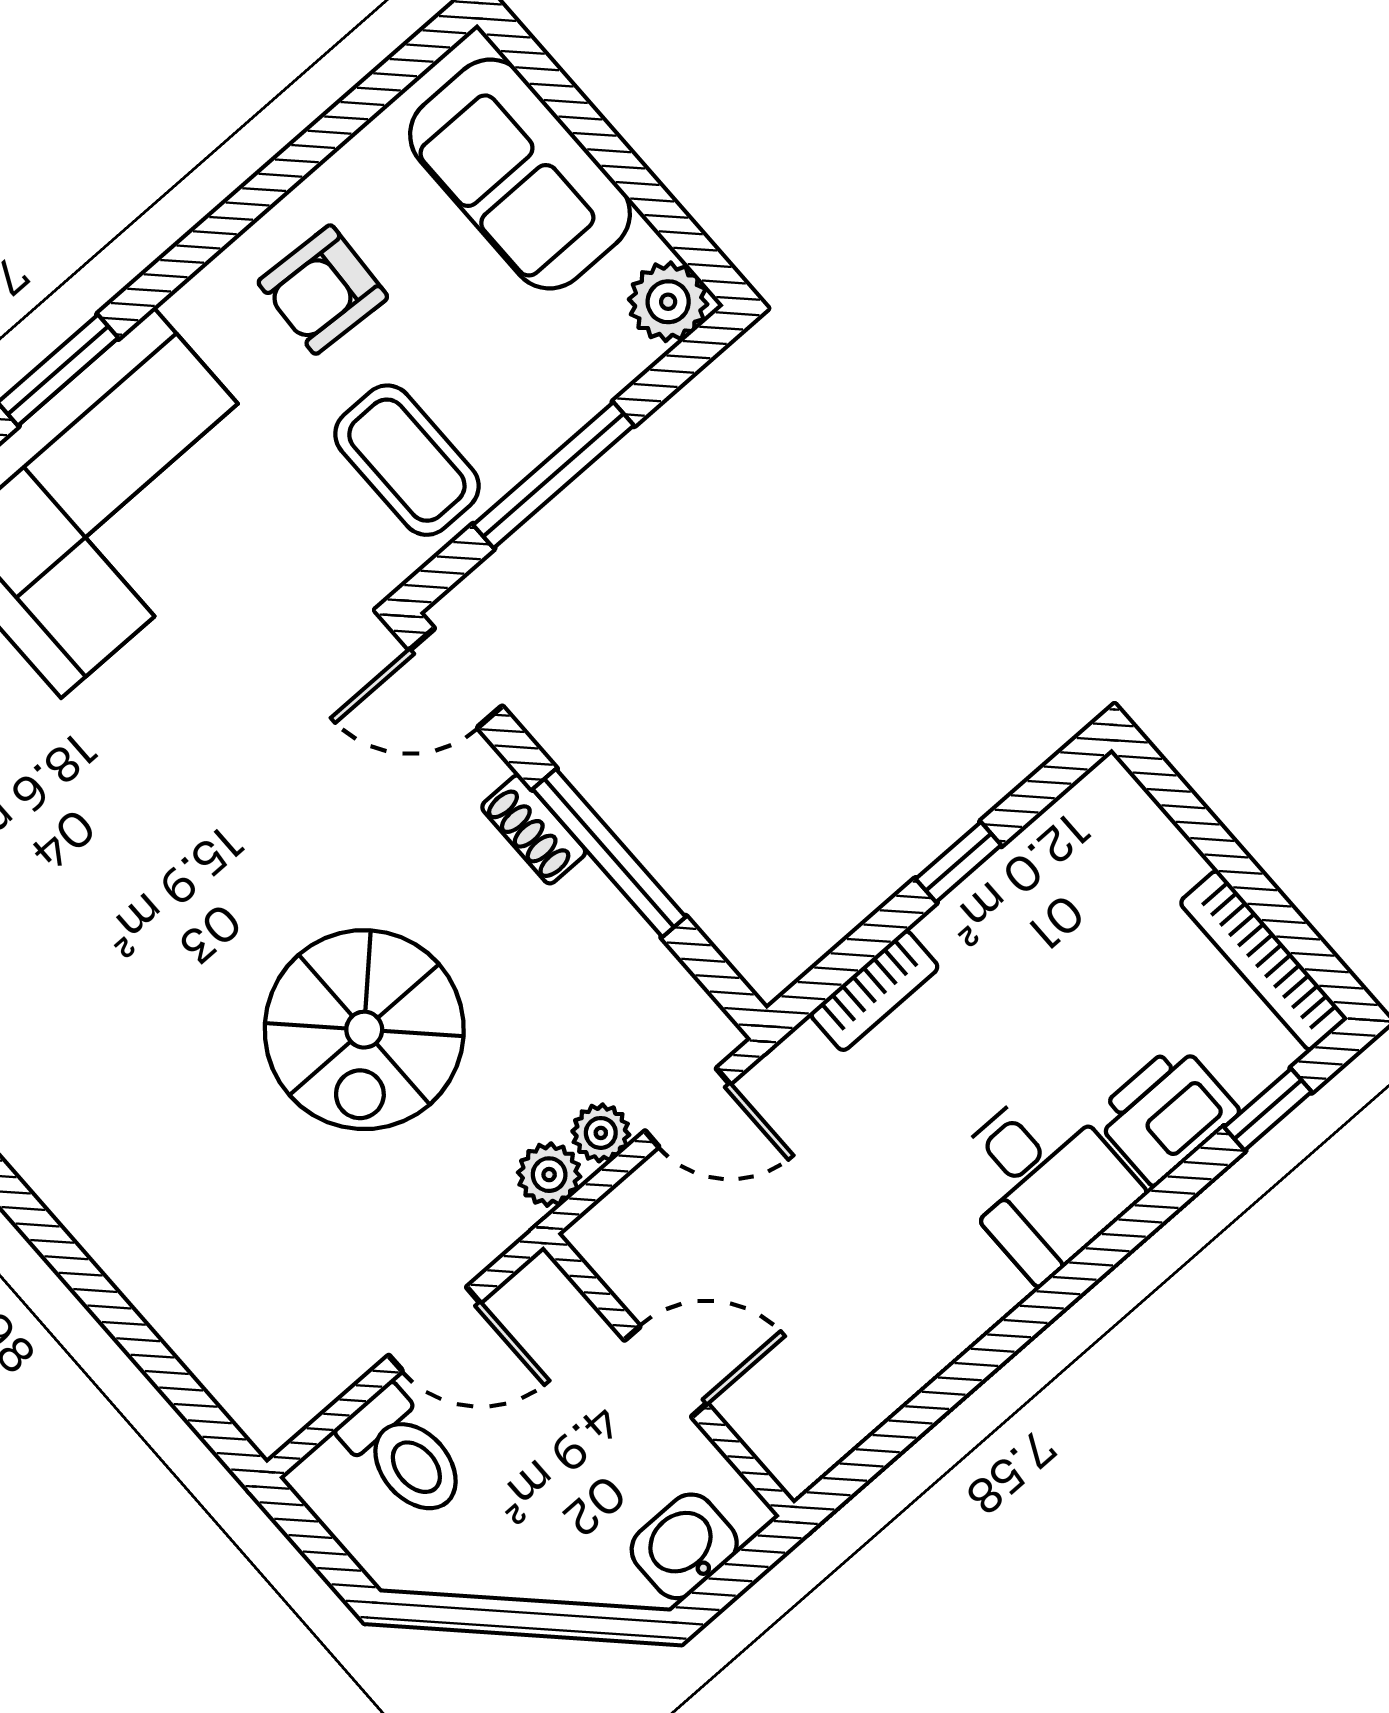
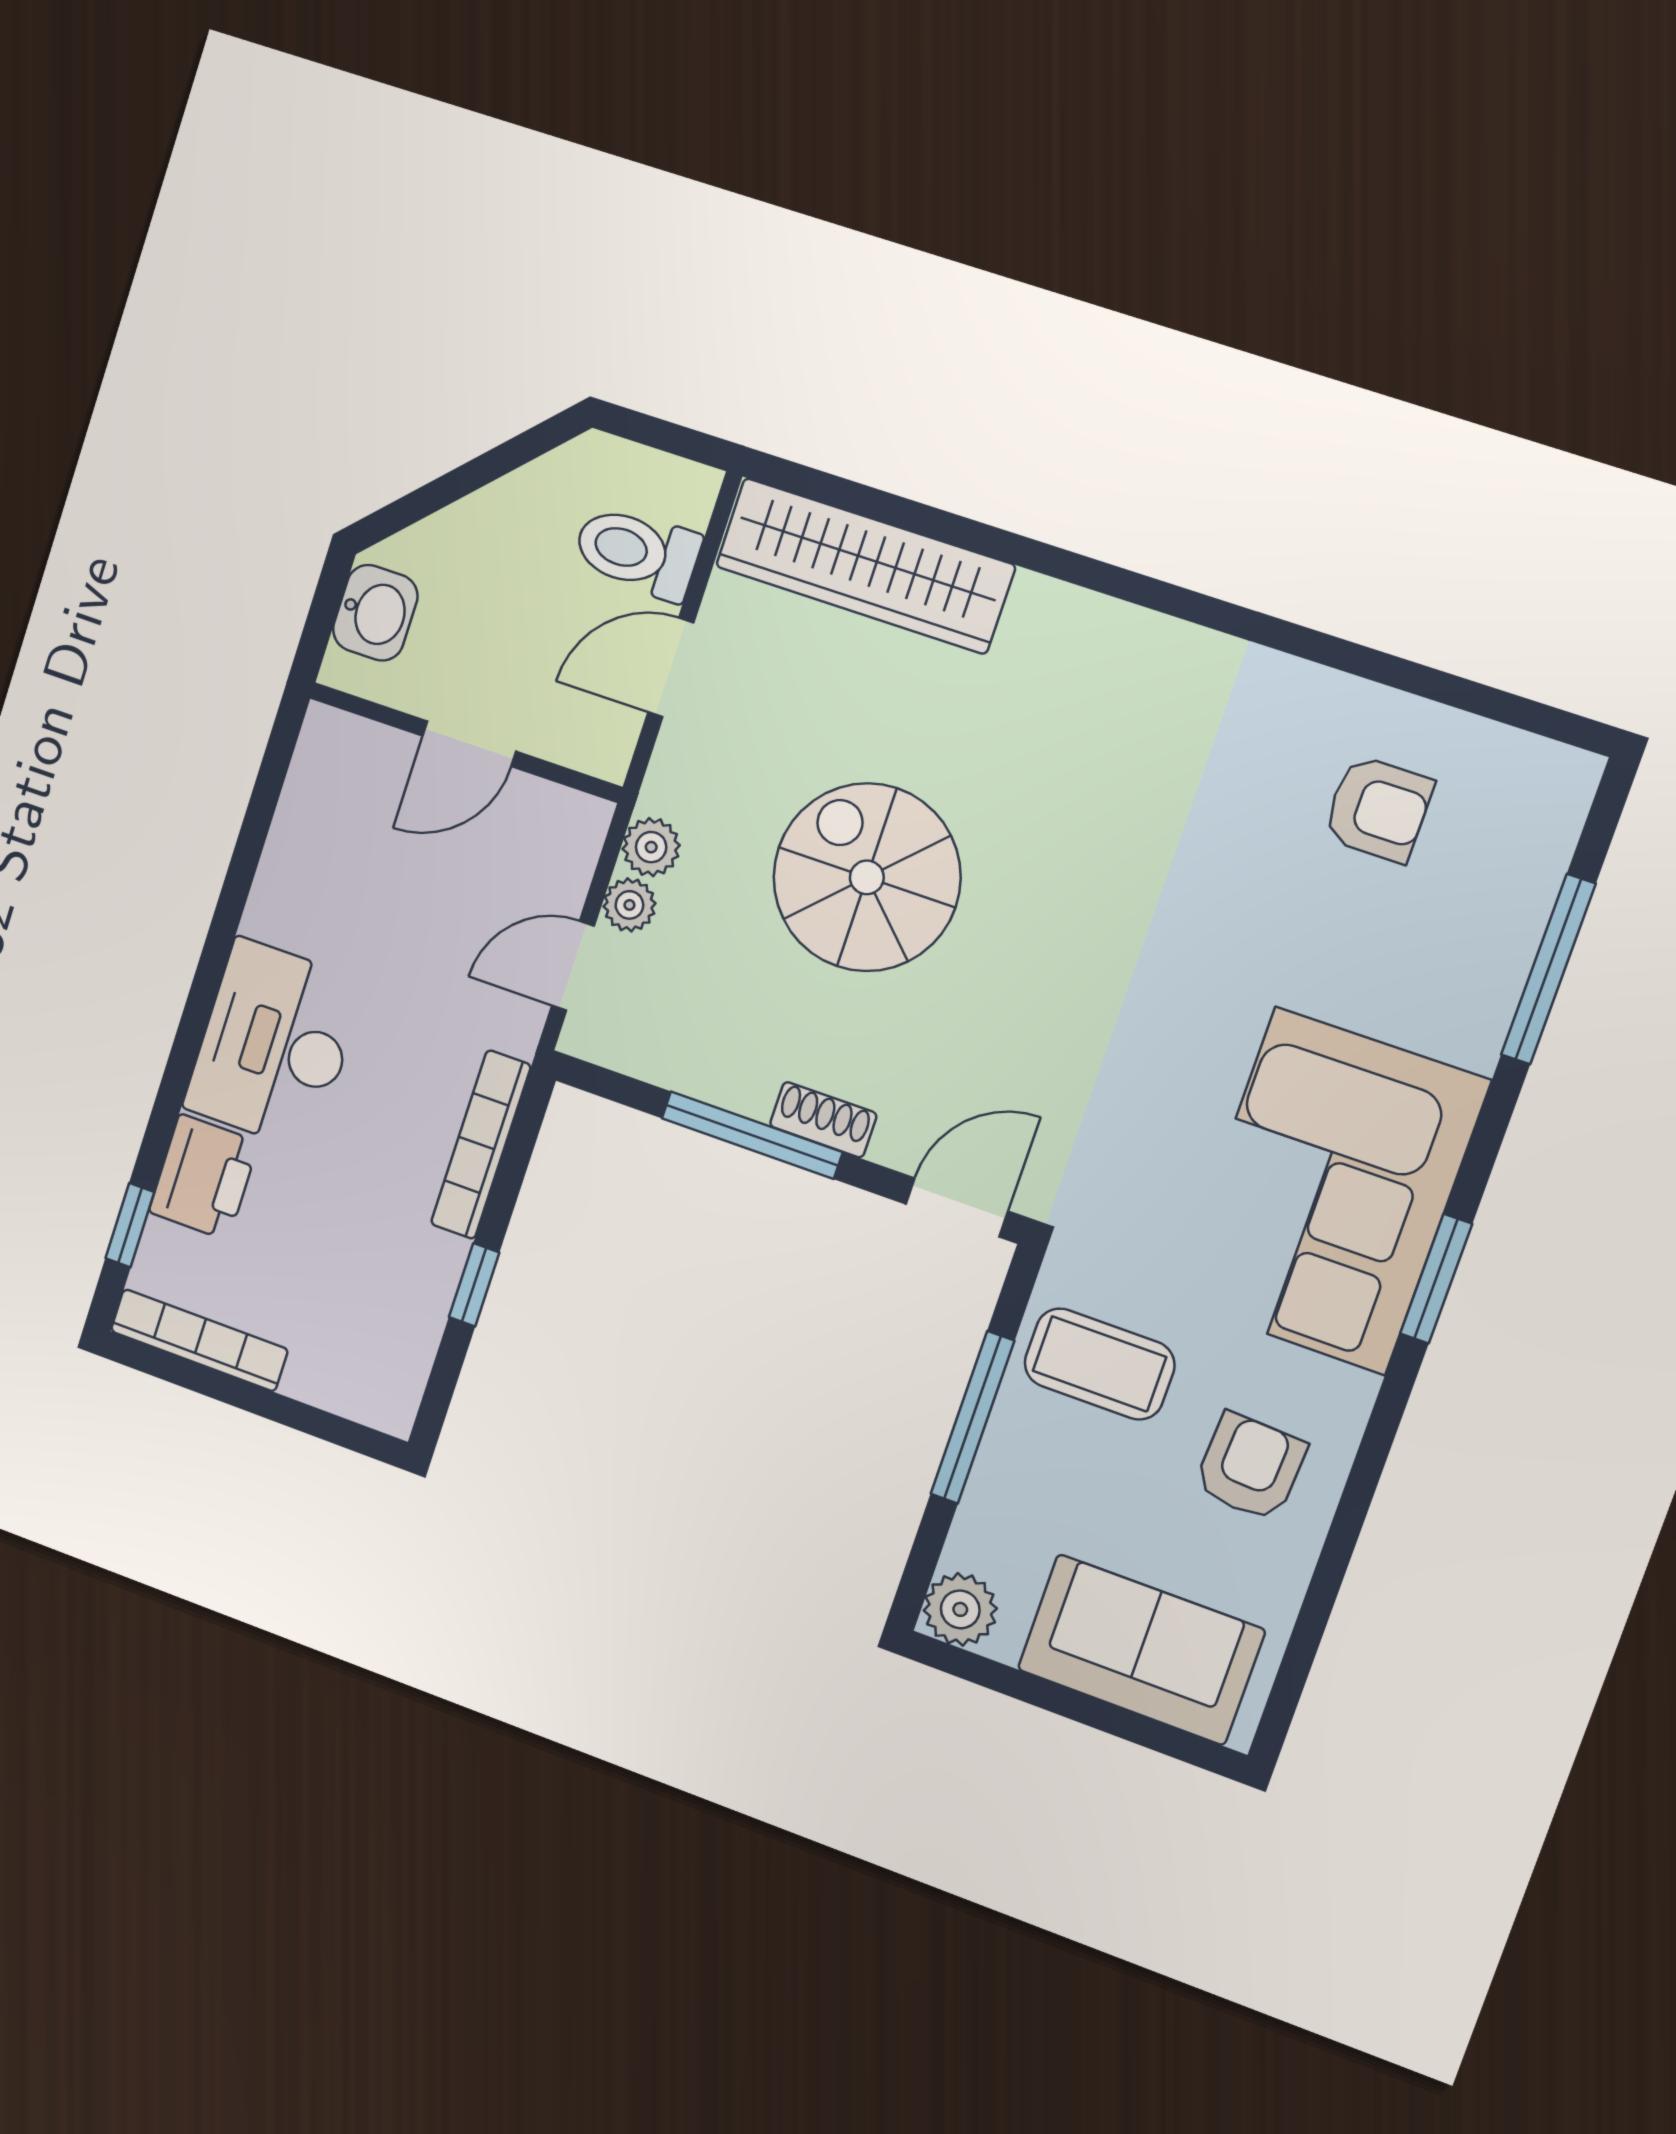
bookcase: (874, 991) -> (481, 1145), width x1.56
desk: (1042, 1182) -> (274, 1045), width x1.37
wardrobe: (202, 1315) -> (865, 566), added

